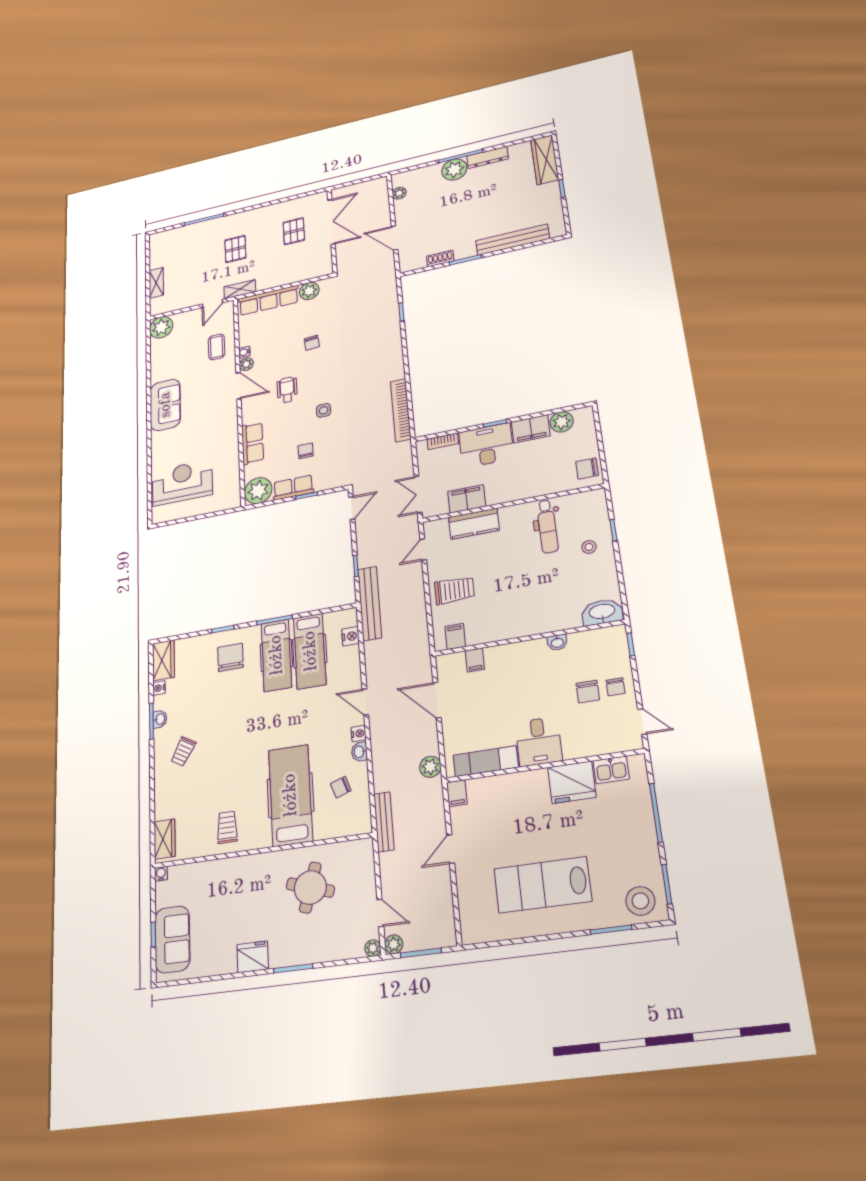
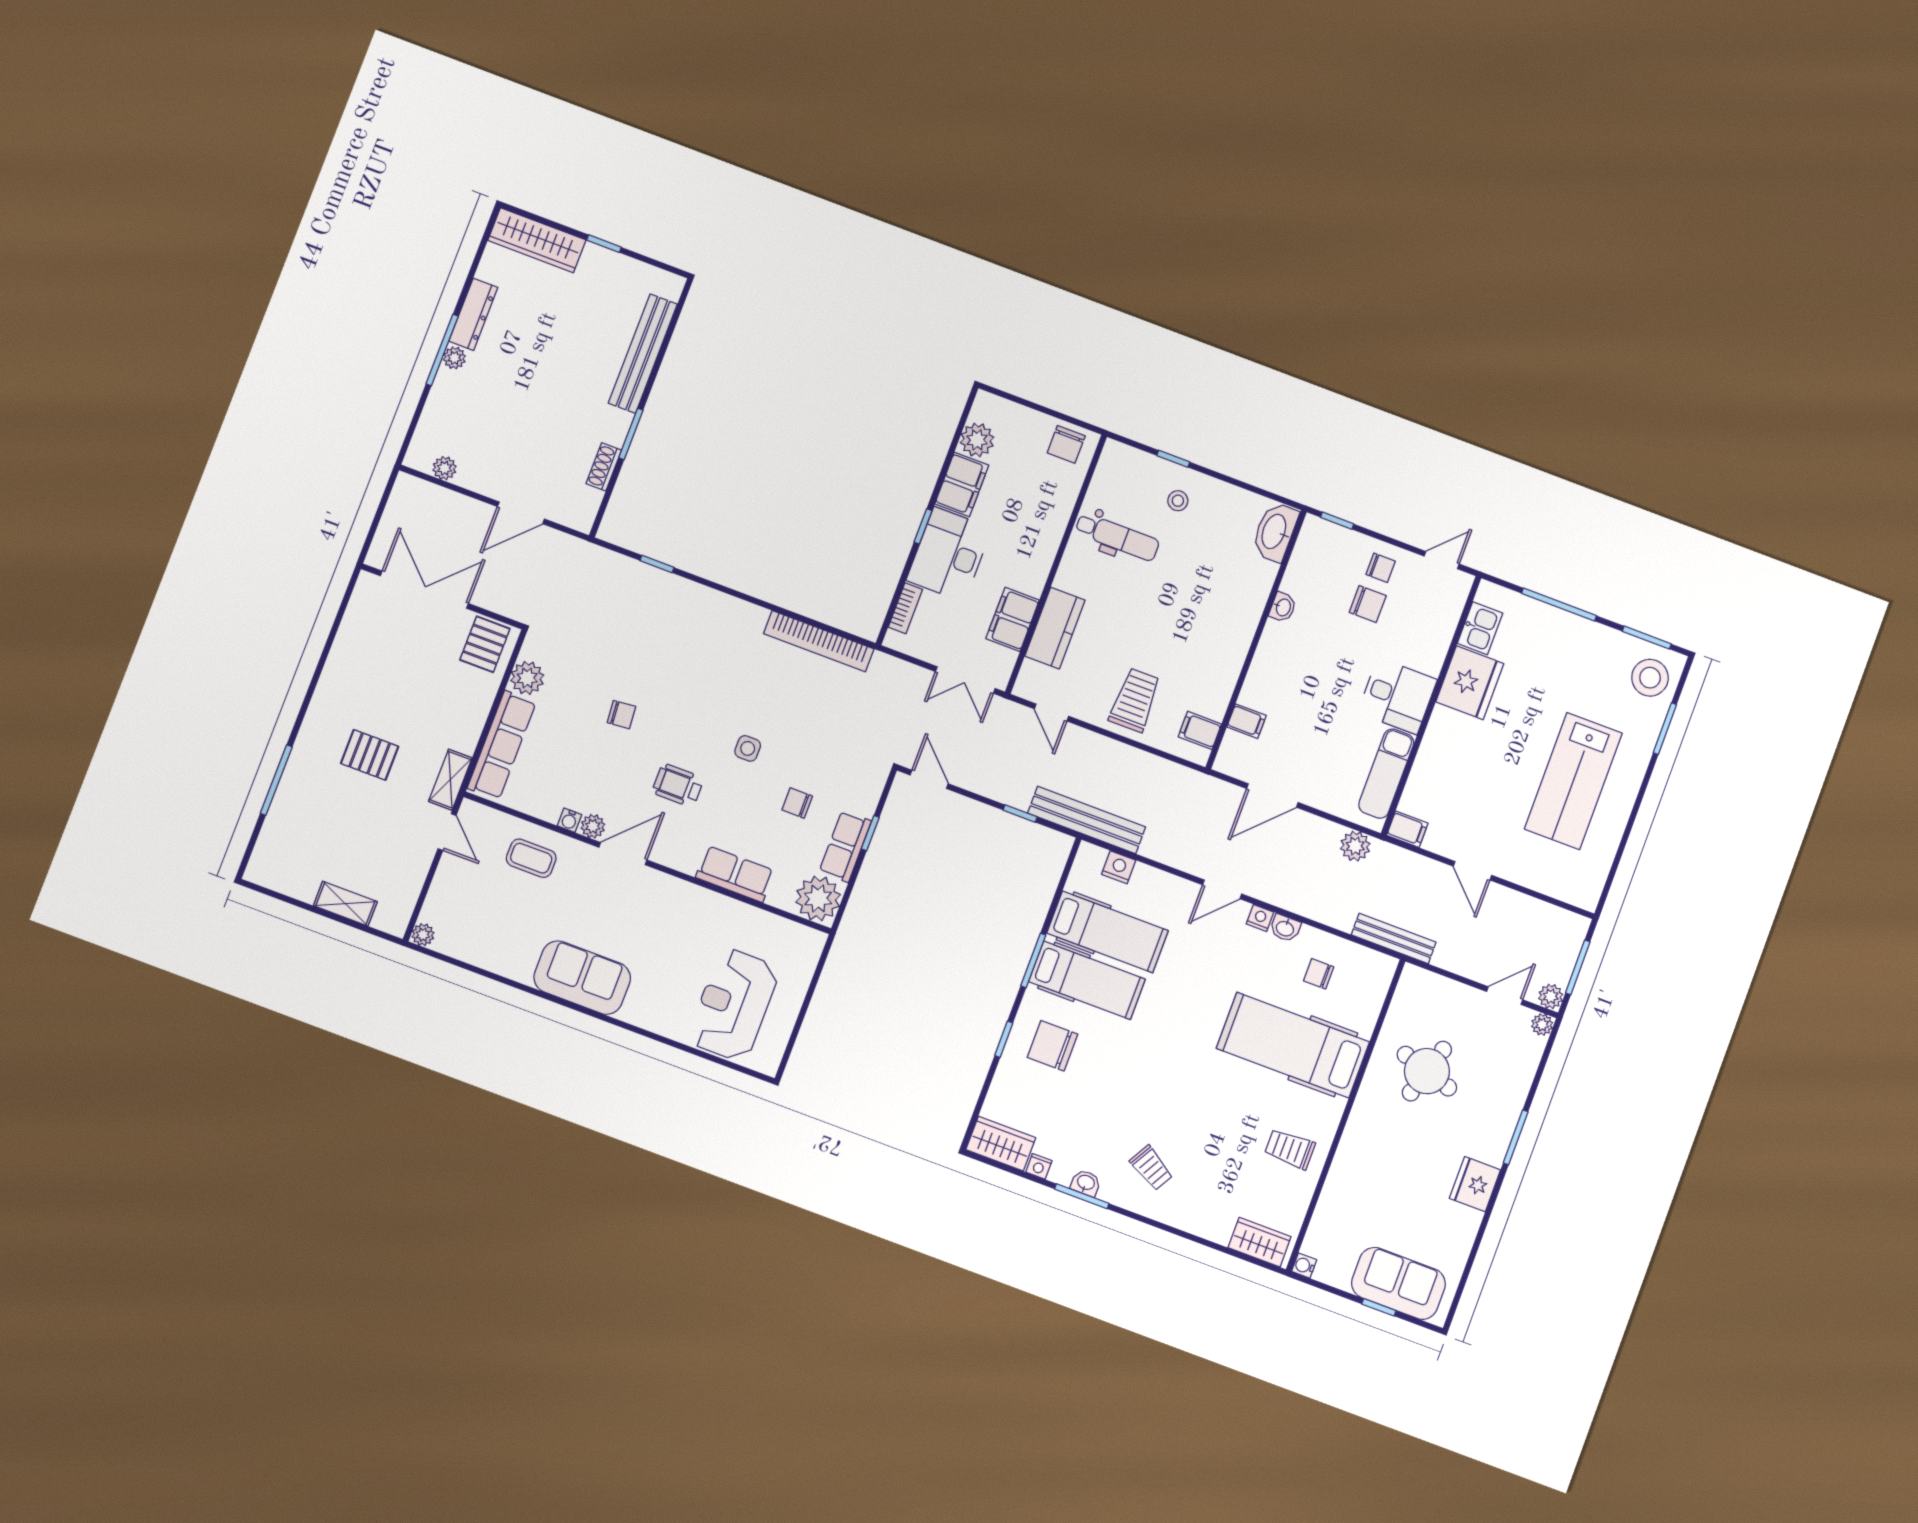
plant: (454, 170) -> (454, 358), width x0.53, depth x0.53
pallet: (294, 231) -> (485, 644), moved, turned 90
plant: (161, 327) -> (423, 935), width x0.53, depth x0.53
chair: (341, 787) -> (1319, 974), turned 109

